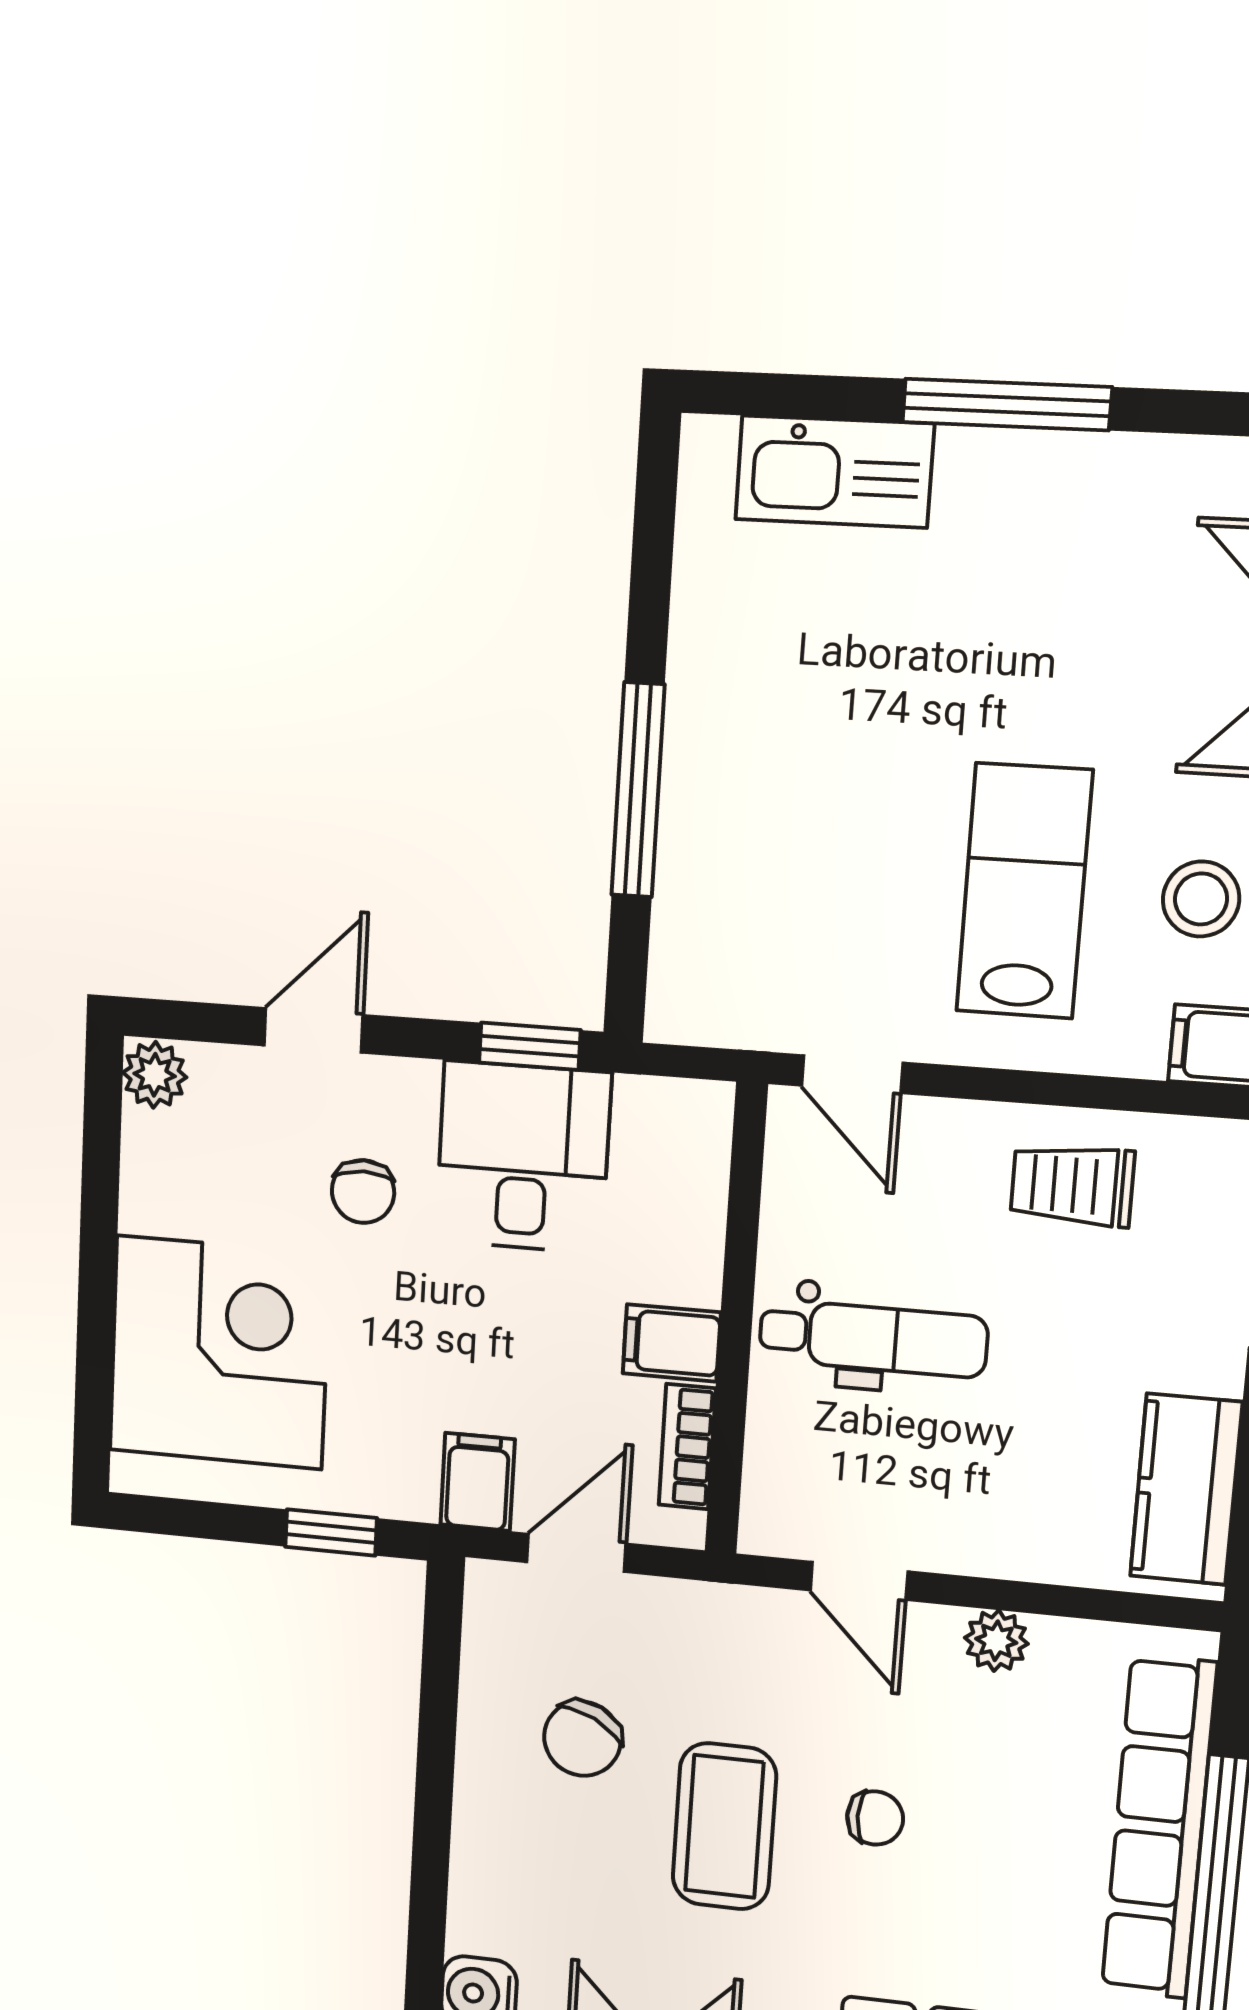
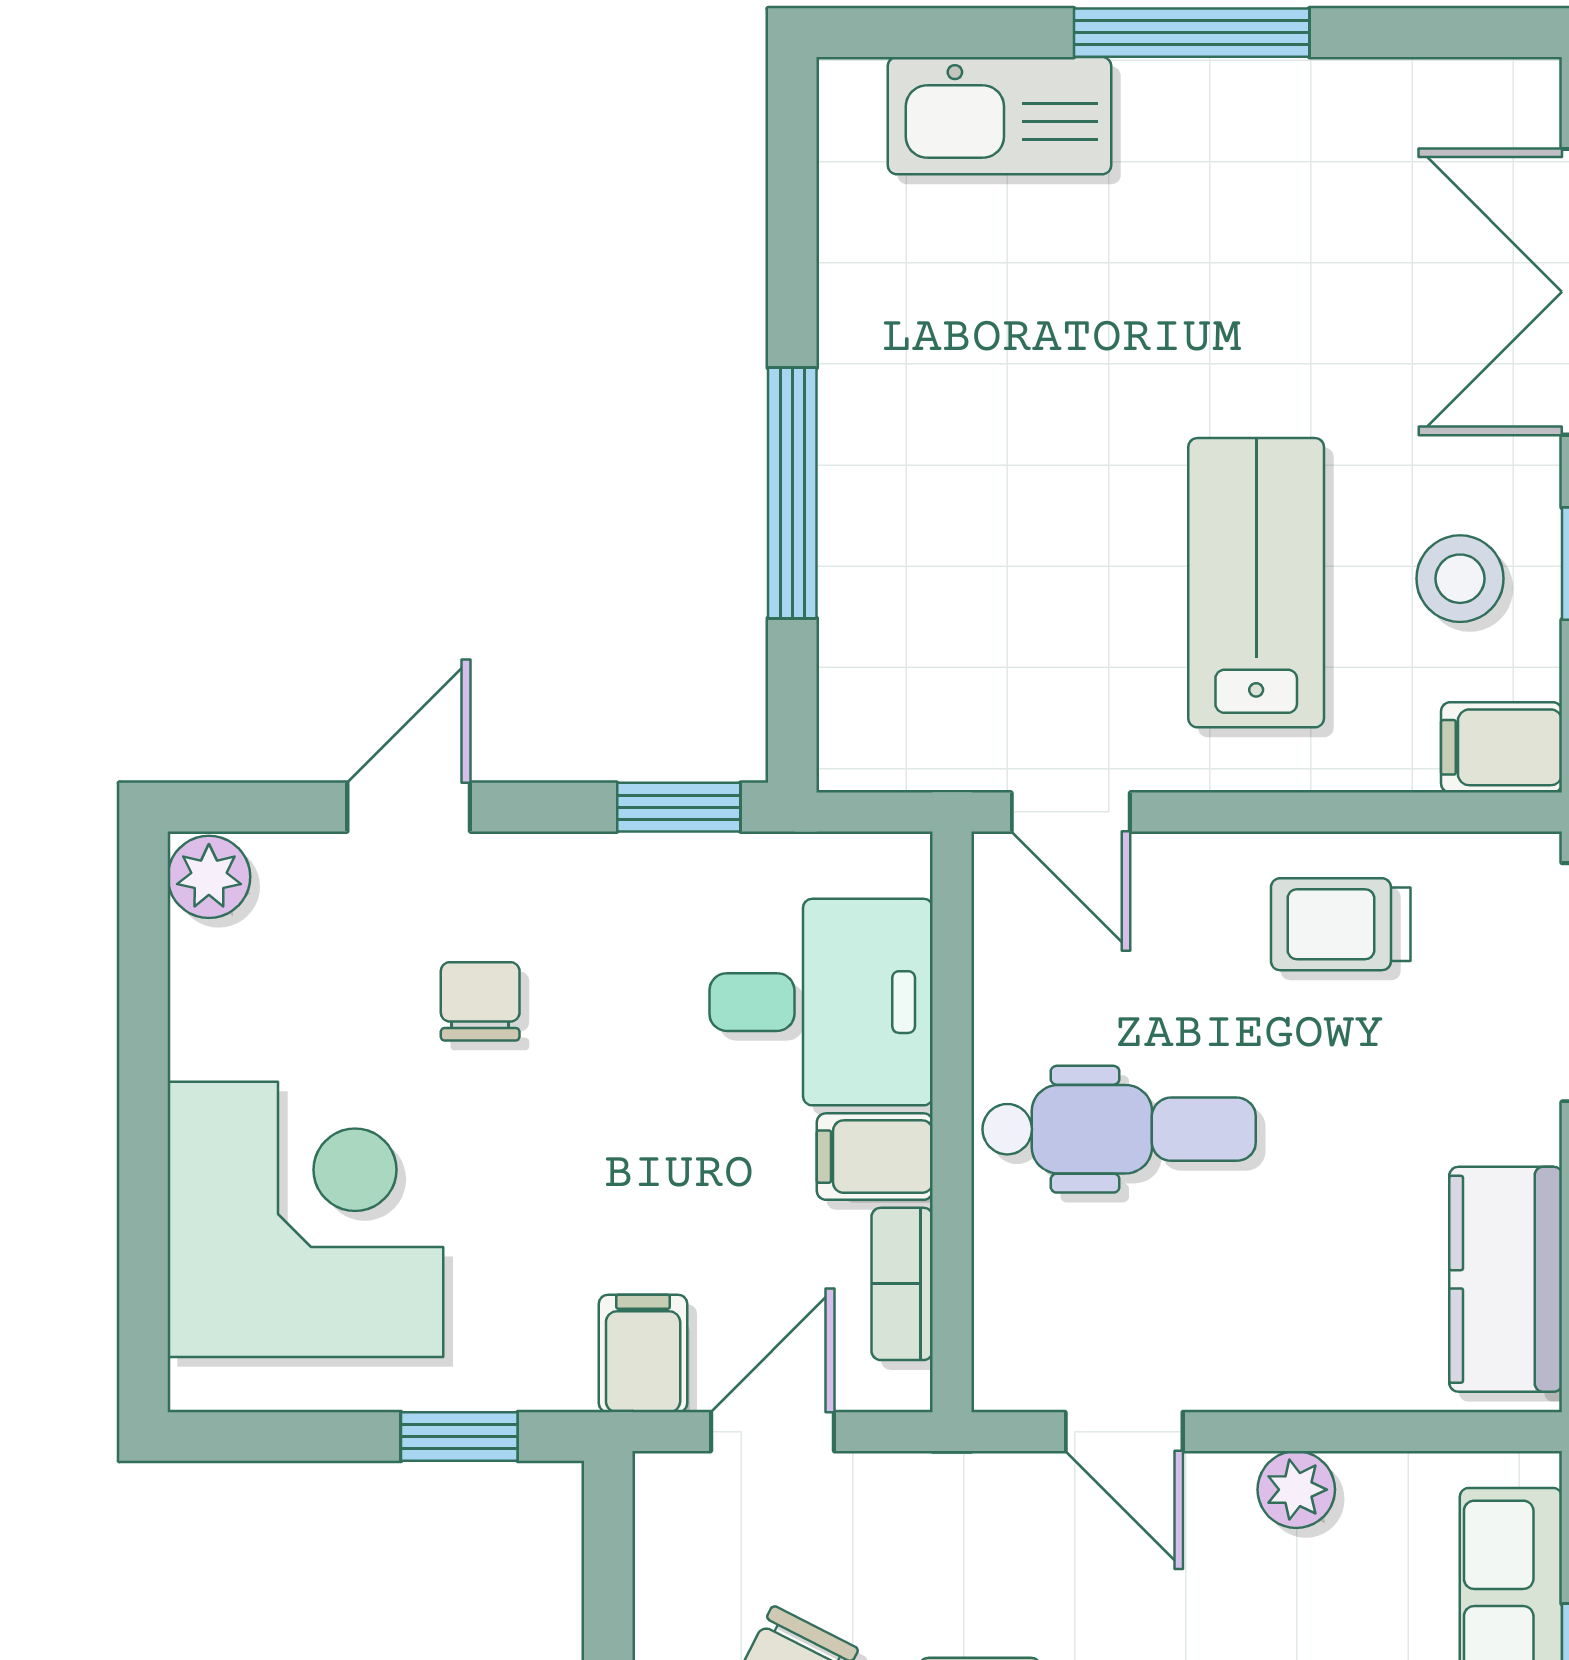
desk: (523, 1157) -> (821, 1002), moved, turned 90
chair: (363, 1192) -> (480, 1001), turned 180

